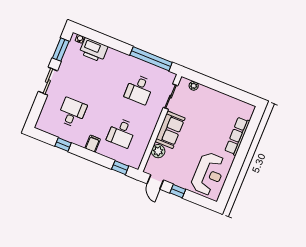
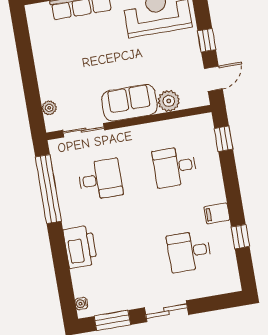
printer: (93, 50) -> (80, 247), moved
desk: (121, 133) -> (175, 167), turned 180
filing cabinet: (93, 144) -> (217, 213), moved

